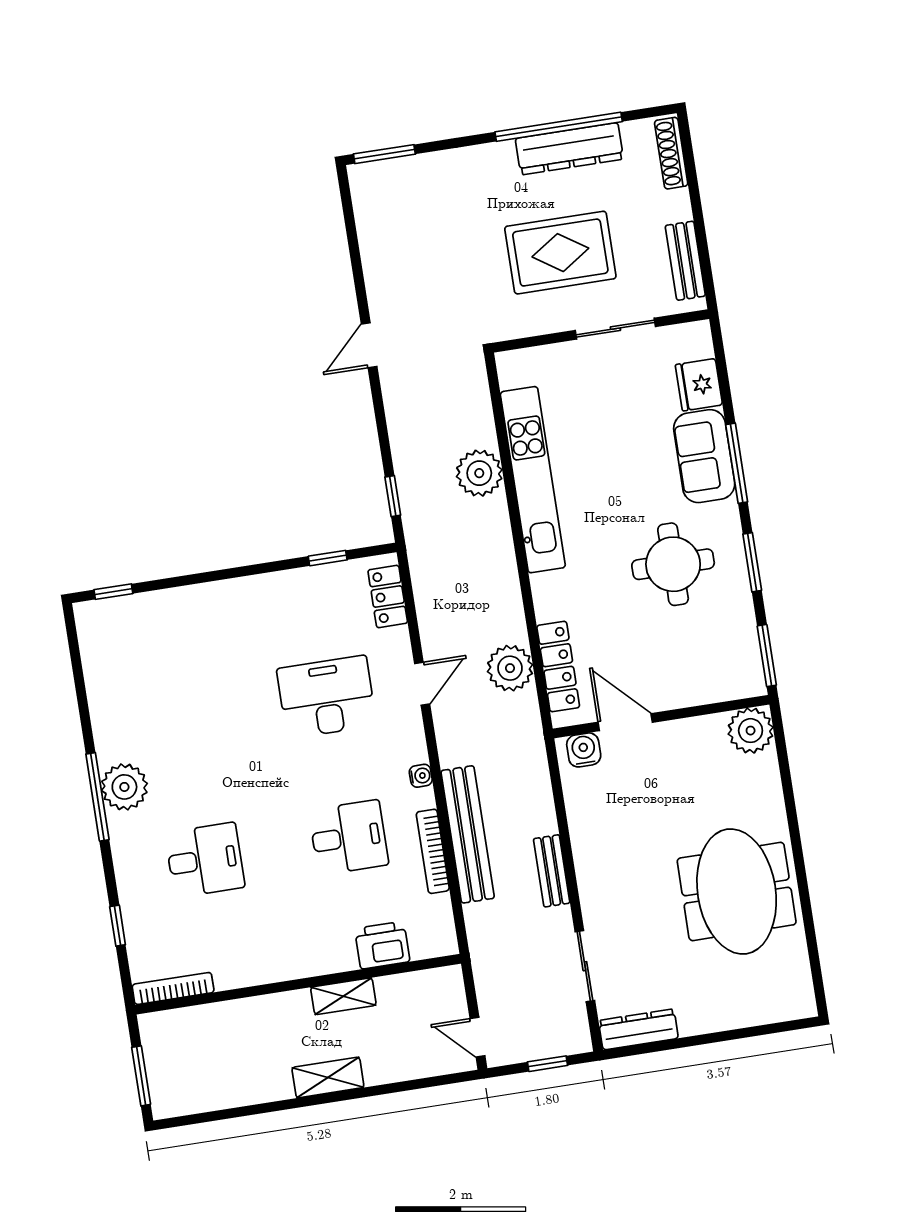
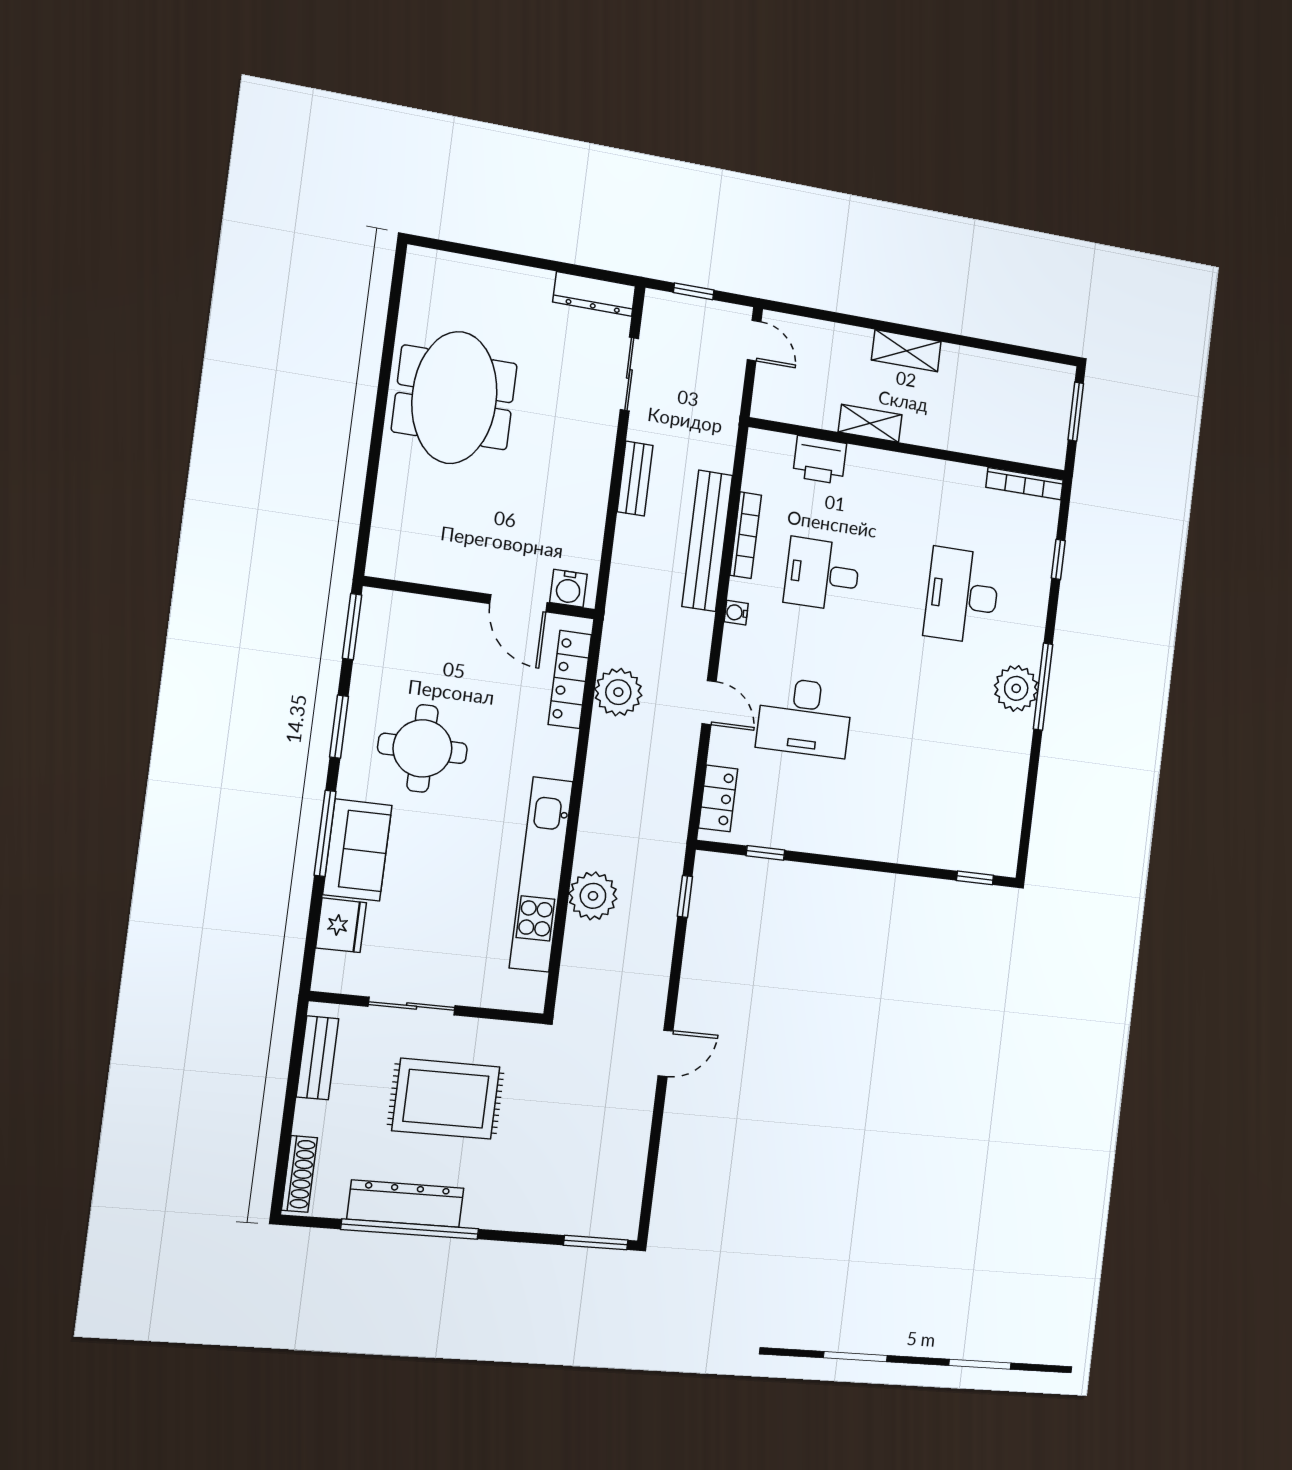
door: (422, 684) -> (709, 703), swing flipped
plant: (751, 731) -> (392, 555), removed
desk: (205, 860) -> (962, 596), width x1.37

